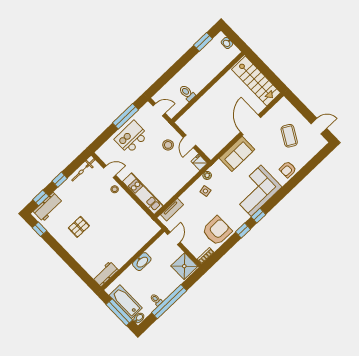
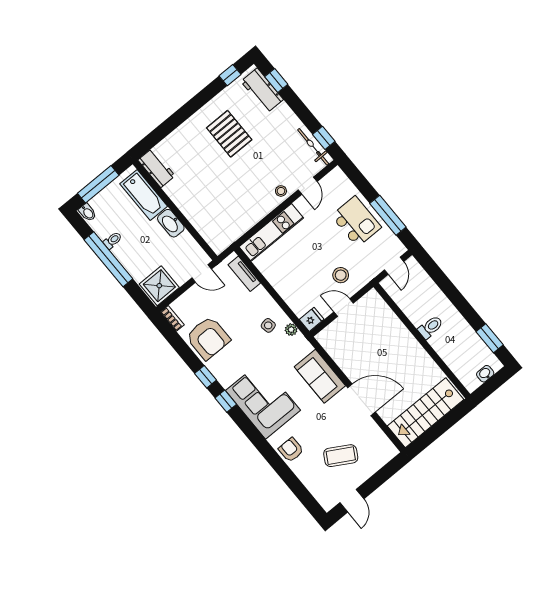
toilet: (187, 93) -> (431, 327), moved
window: (60, 180) -> (324, 138), moved
pallet: (79, 227) -> (229, 134), width x1.50, depth x1.42
bathtub: (126, 302) -> (144, 195), moved, turned 90

